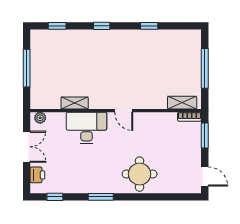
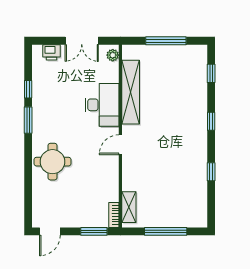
shelving: (75, 103) -> (131, 92), width x2.20, depth x1.33
window: (55, 197) -> (28, 89), moved

